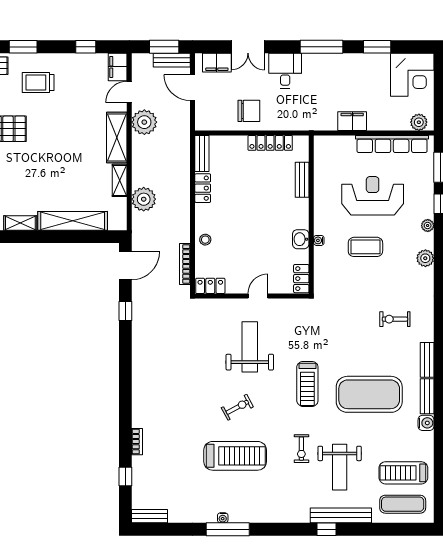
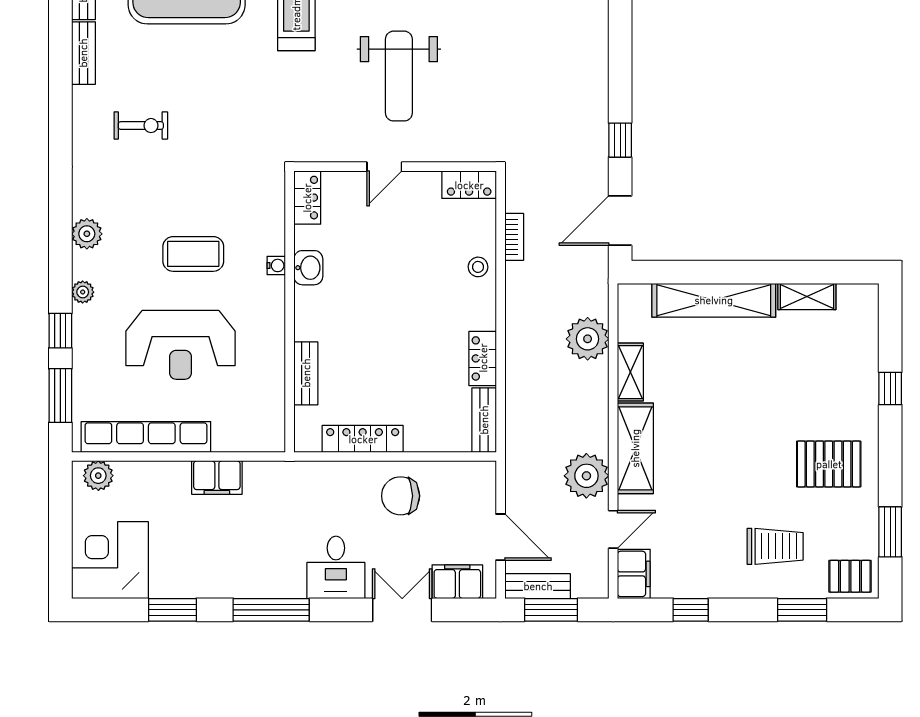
bookcase: (185, 264) -> (514, 237), width x0.64

